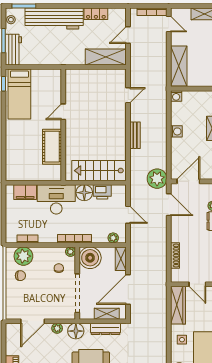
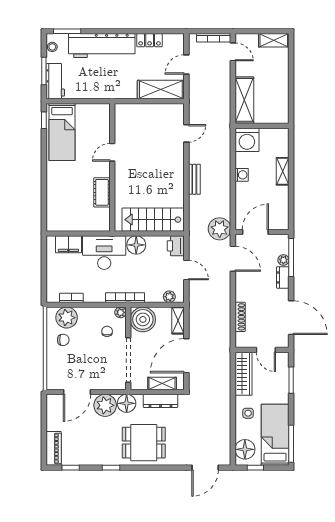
washing machine: (176, 96) -> (247, 140), width x1.89, depth x1.89
cot: (52, 147) -> (102, 192), width x0.73, depth x0.75
printer: (102, 192) -> (176, 246), moved, turned 90
plant: (57, 328) -> (105, 405), width x1.87, depth x1.87

